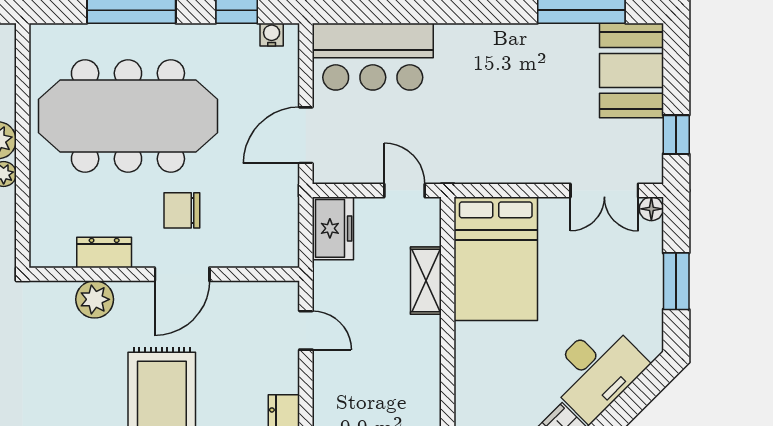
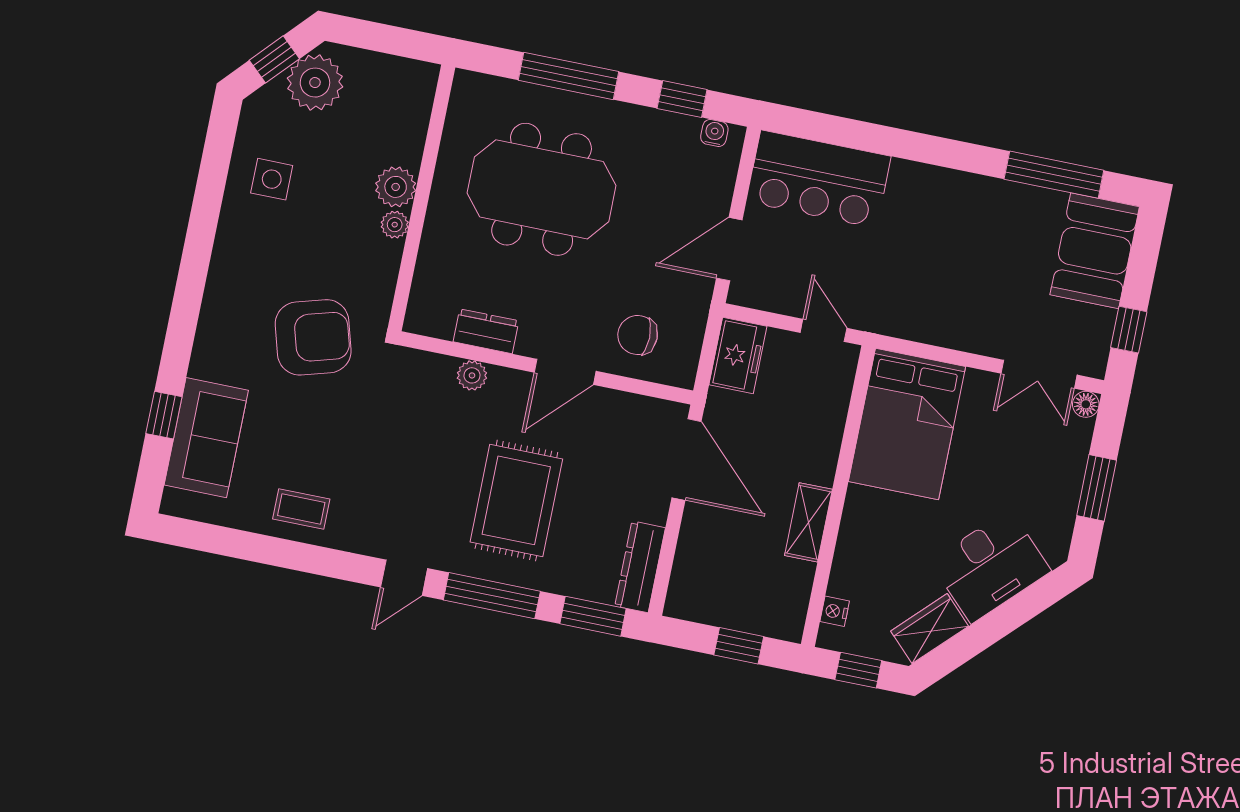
meeting table: (128, 116) -> (542, 189), width x0.73
chair: (182, 210) -> (638, 335), moved
shelving: (426, 281) -> (808, 522), moved
plant: (95, 299) -> (472, 375), width x0.73, depth x0.73
door: (306, 330) -> (686, 460), width x1.88

